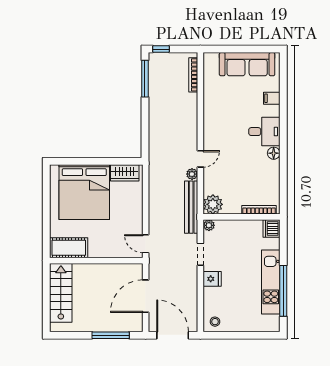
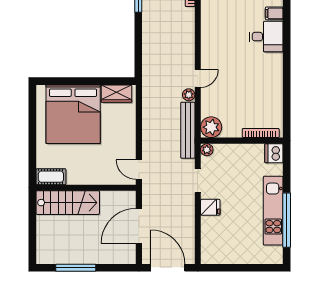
desk: (264, 132) -> (266, 37), moved
floor lamp: (274, 153) -> (276, 72), removed
cot: (69, 248) -> (51, 177), width x0.73, depth x0.75
stairs: (61, 293) -> (68, 203), moved, turned 90
stool: (215, 322) -> (213, 253), removed
window: (111, 335) -> (76, 268), moved

